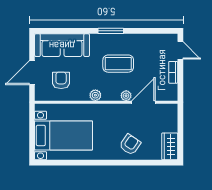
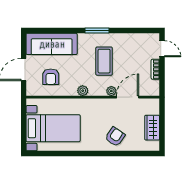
coffee table: (118, 64) -> (104, 61), turned 90
armchair: (61, 80) -> (51, 77), turned 180
wardrobe: (170, 146) -> (152, 128), moved

